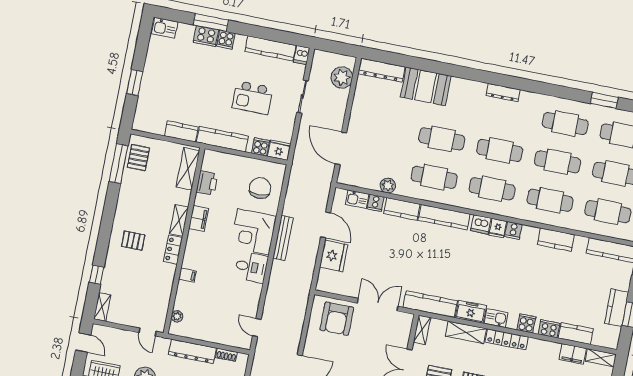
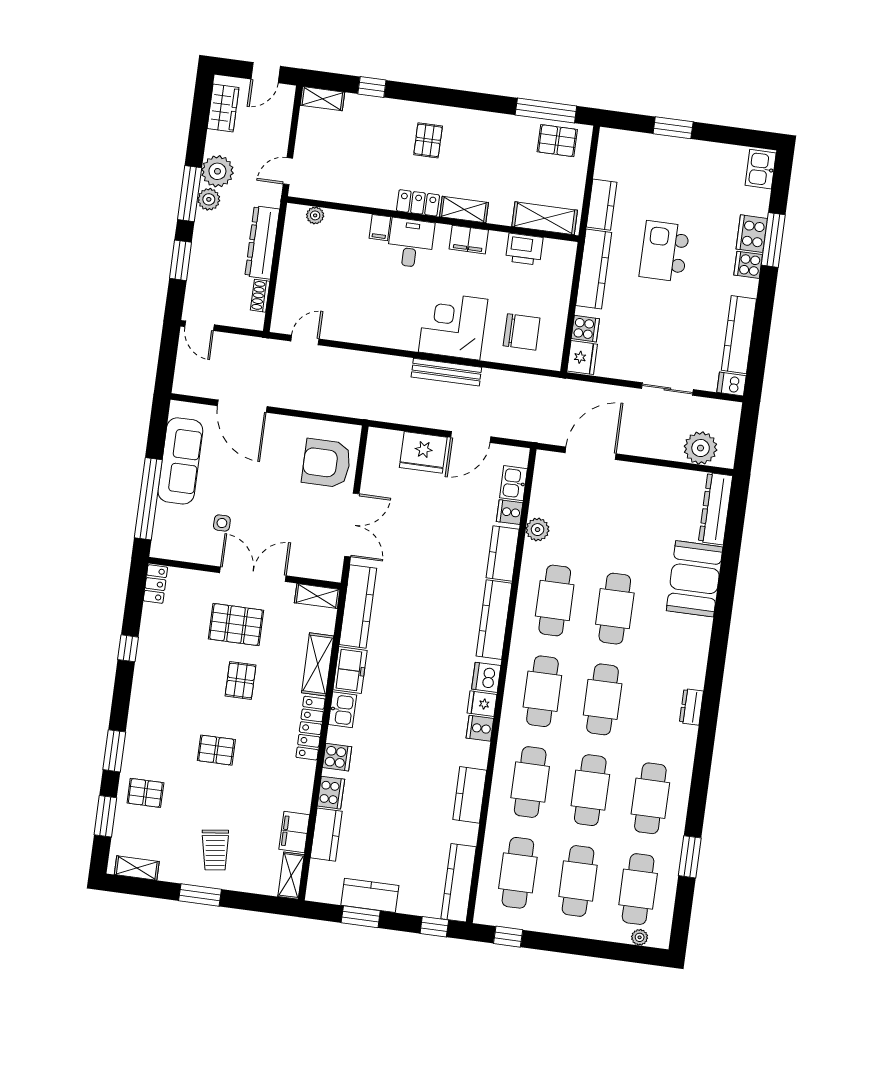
dresser: (503, 93) -> (691, 707), width x0.70
kitchen island: (252, 98) -> (664, 251), moved
desk: (251, 267) -> (411, 243), moved, turned 180

